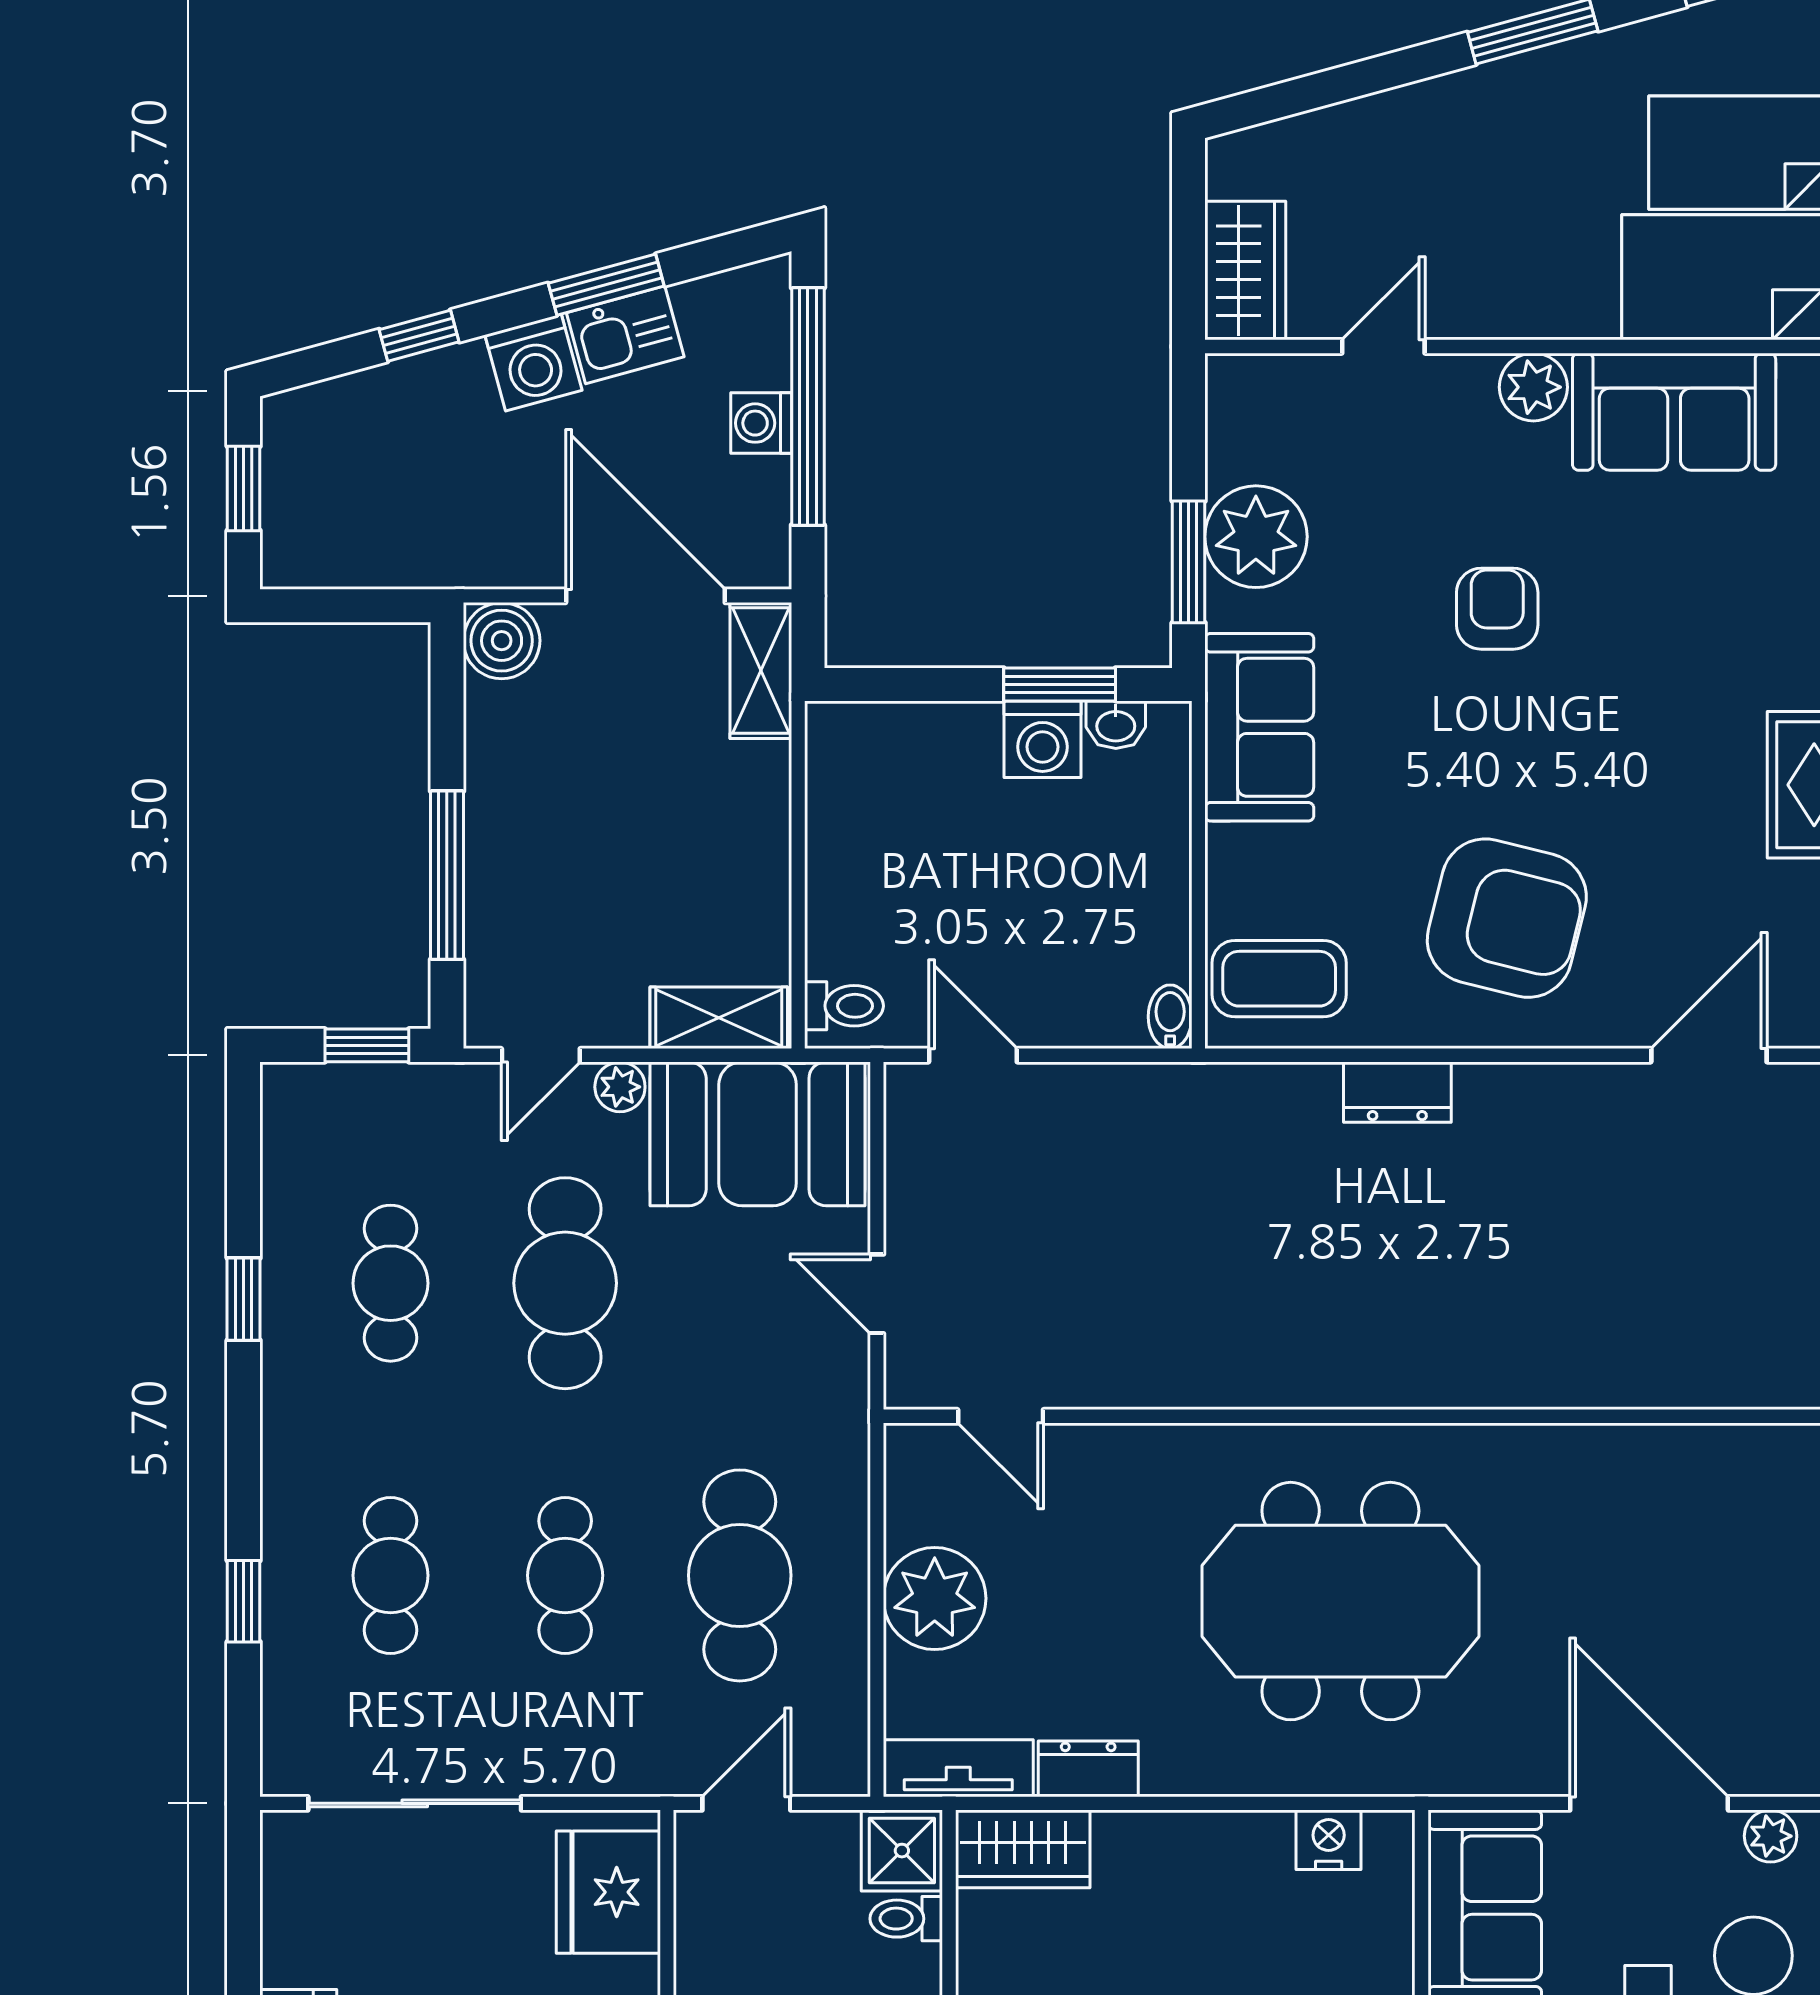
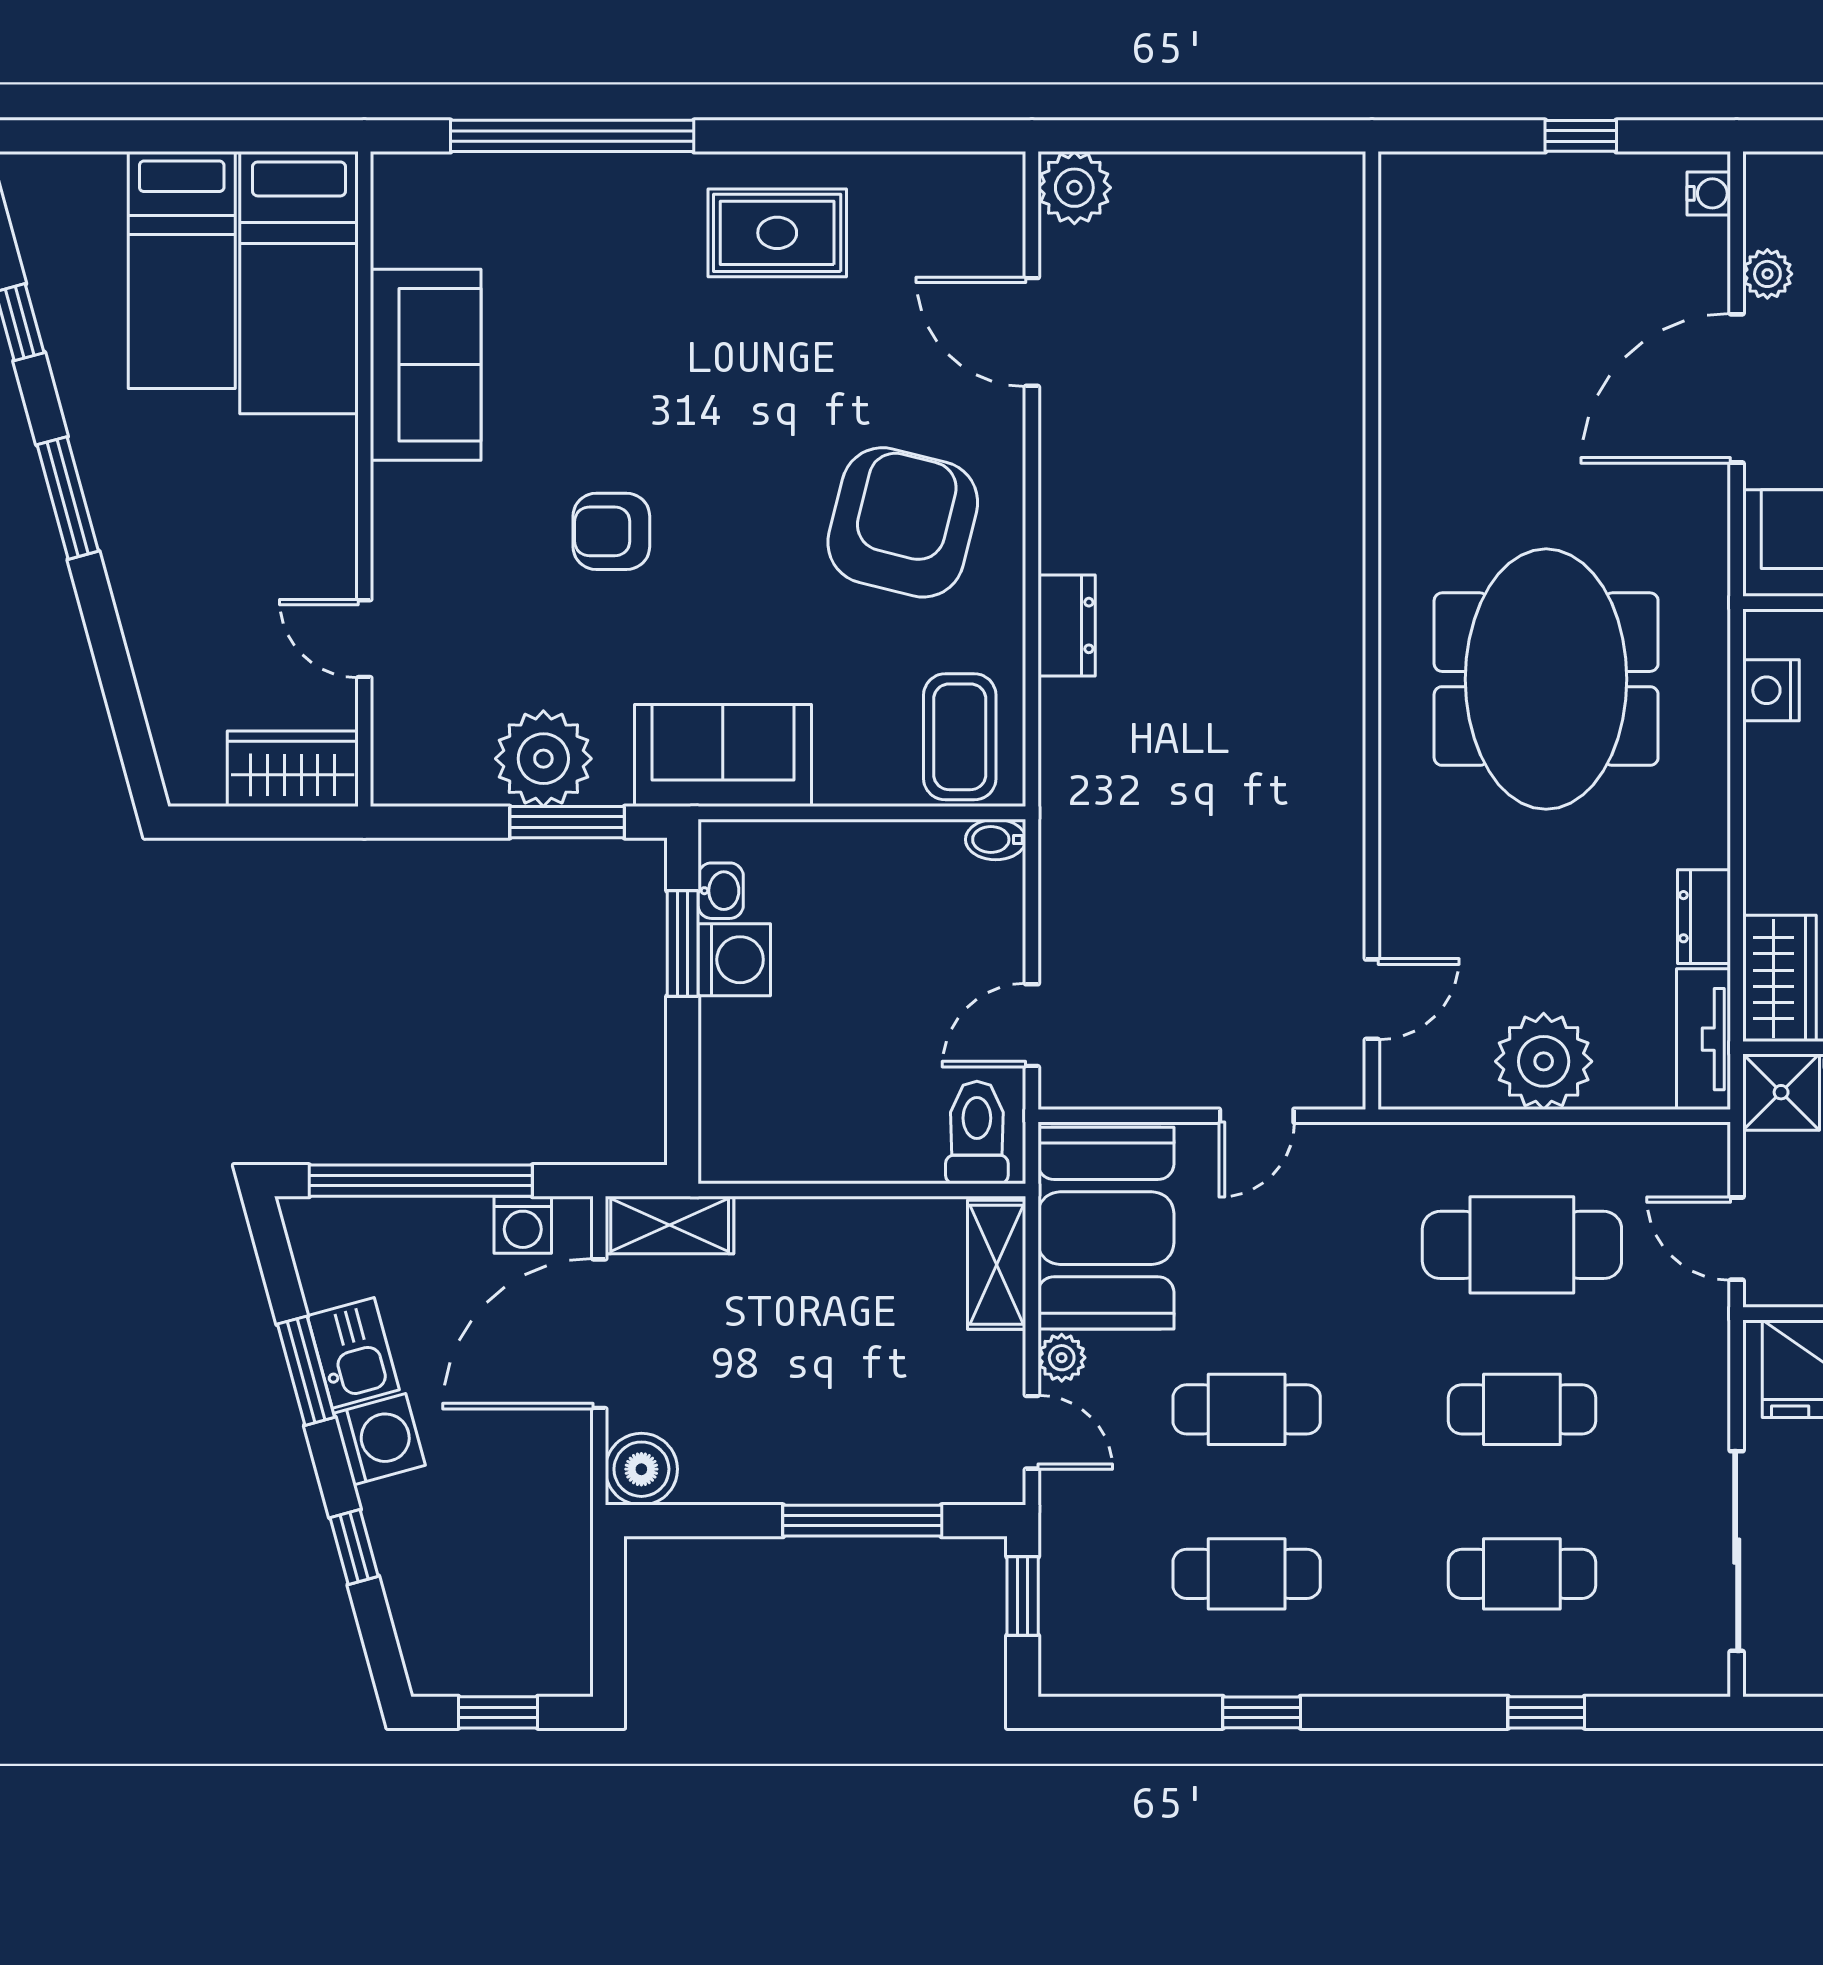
plant: (1533, 387) -> (402, 497), removed
washing machine: (761, 423) -> (523, 1225), moved
toilet: (844, 1006) -> (977, 1132), width x1.37, depth x1.39
cafe table: (565, 1283) -> (1247, 1409), width x0.73, depth x0.74

